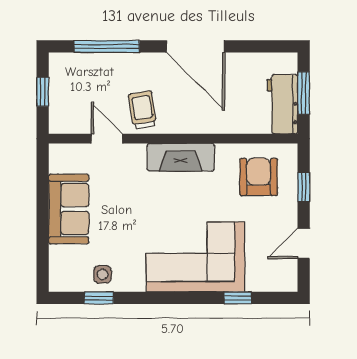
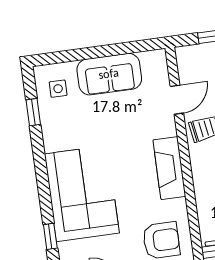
side table: (103, 274) -> (58, 89), moved

